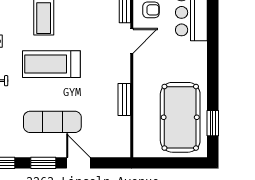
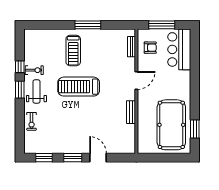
door: (132, 41) -> (136, 80), moved
exercise mat: (52, 122) -> (79, 128), removed

